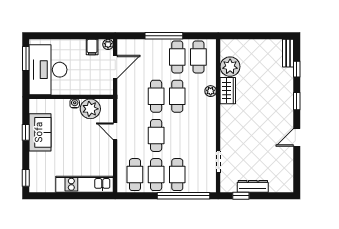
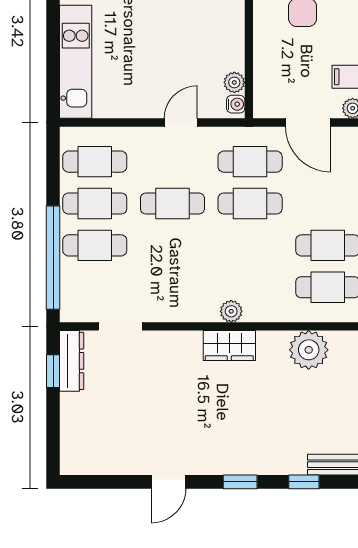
plant: (211, 91) -> (231, 311), moved
wardrobe: (228, 91) -> (229, 345), moved
cafe table: (177, 96) -> (250, 162), moved
water cooler: (75, 103) -> (236, 104), moved
plant: (90, 109) -> (234, 82), width x0.53, depth x0.53
door: (297, 137) -> (169, 482), swing flipped
dresser: (253, 186) -> (72, 361), moved

